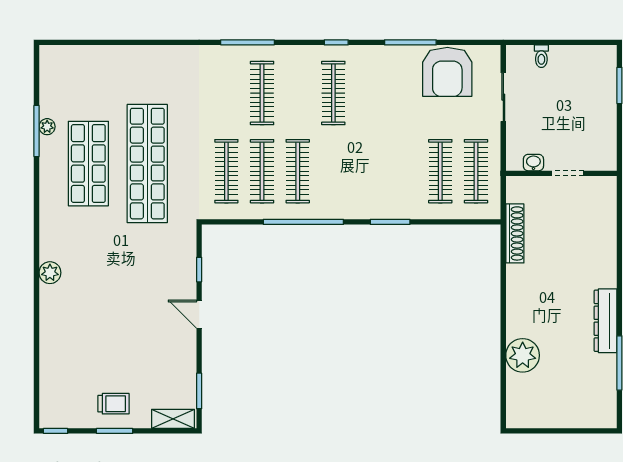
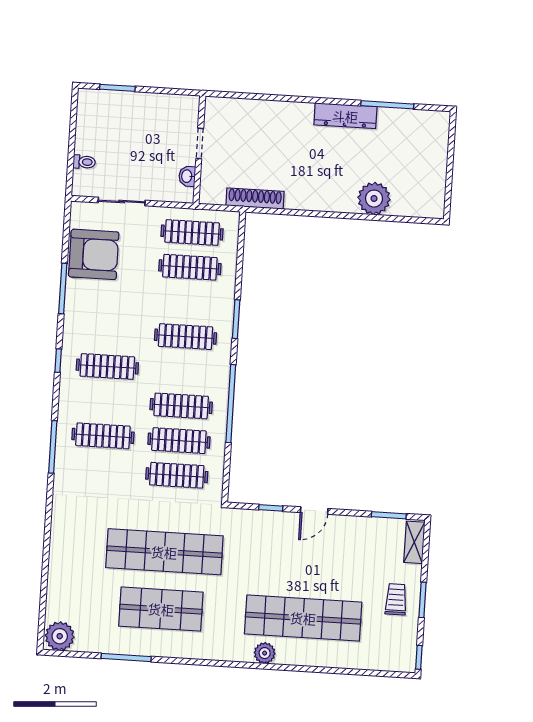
plant: (47, 127) -> (60, 636), moved, width x1.88, depth x1.88
clothes rail: (369, 171) -> (185, 337), added
shop shelf: (88, 310) -> (303, 618), added

